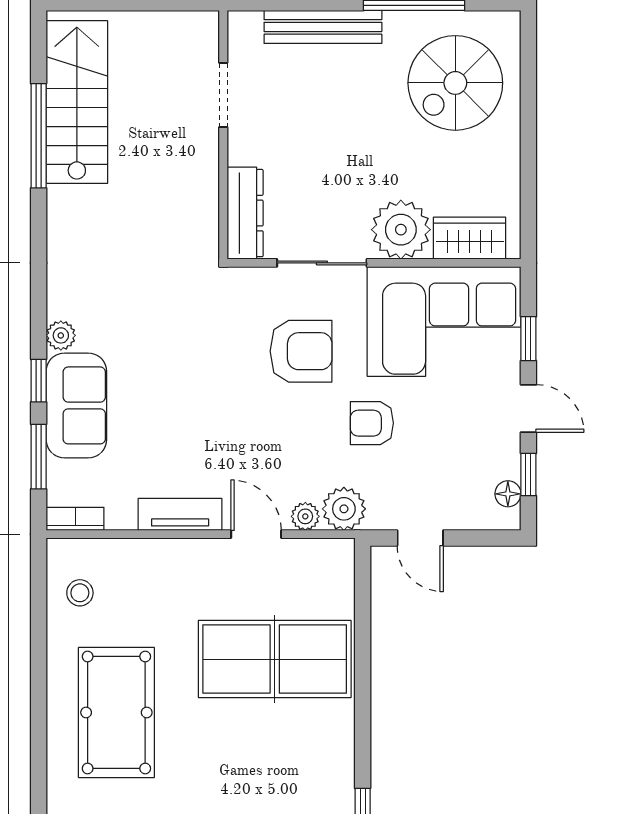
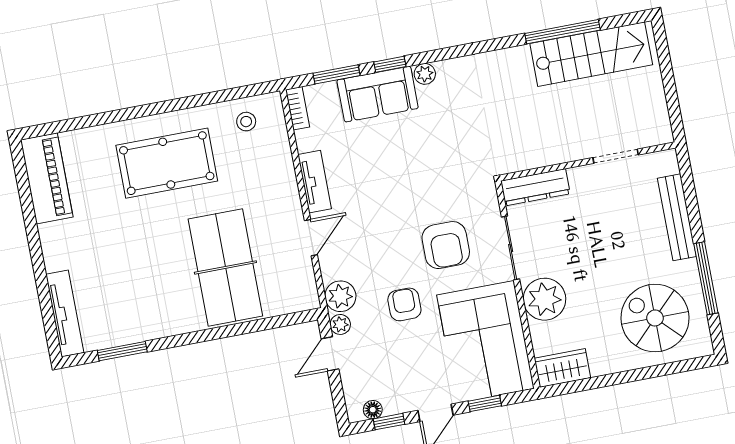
wardrobe: (470, 238) -> (562, 368), moved, turned -90
plant: (305, 516) -> (340, 324), moved

